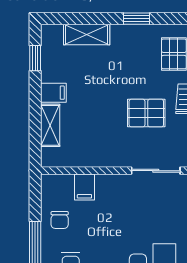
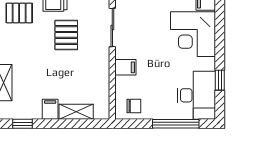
filing cabinet: (84, 187) -> (125, 67), moved
chair: (60, 220) -> (134, 106), moved

